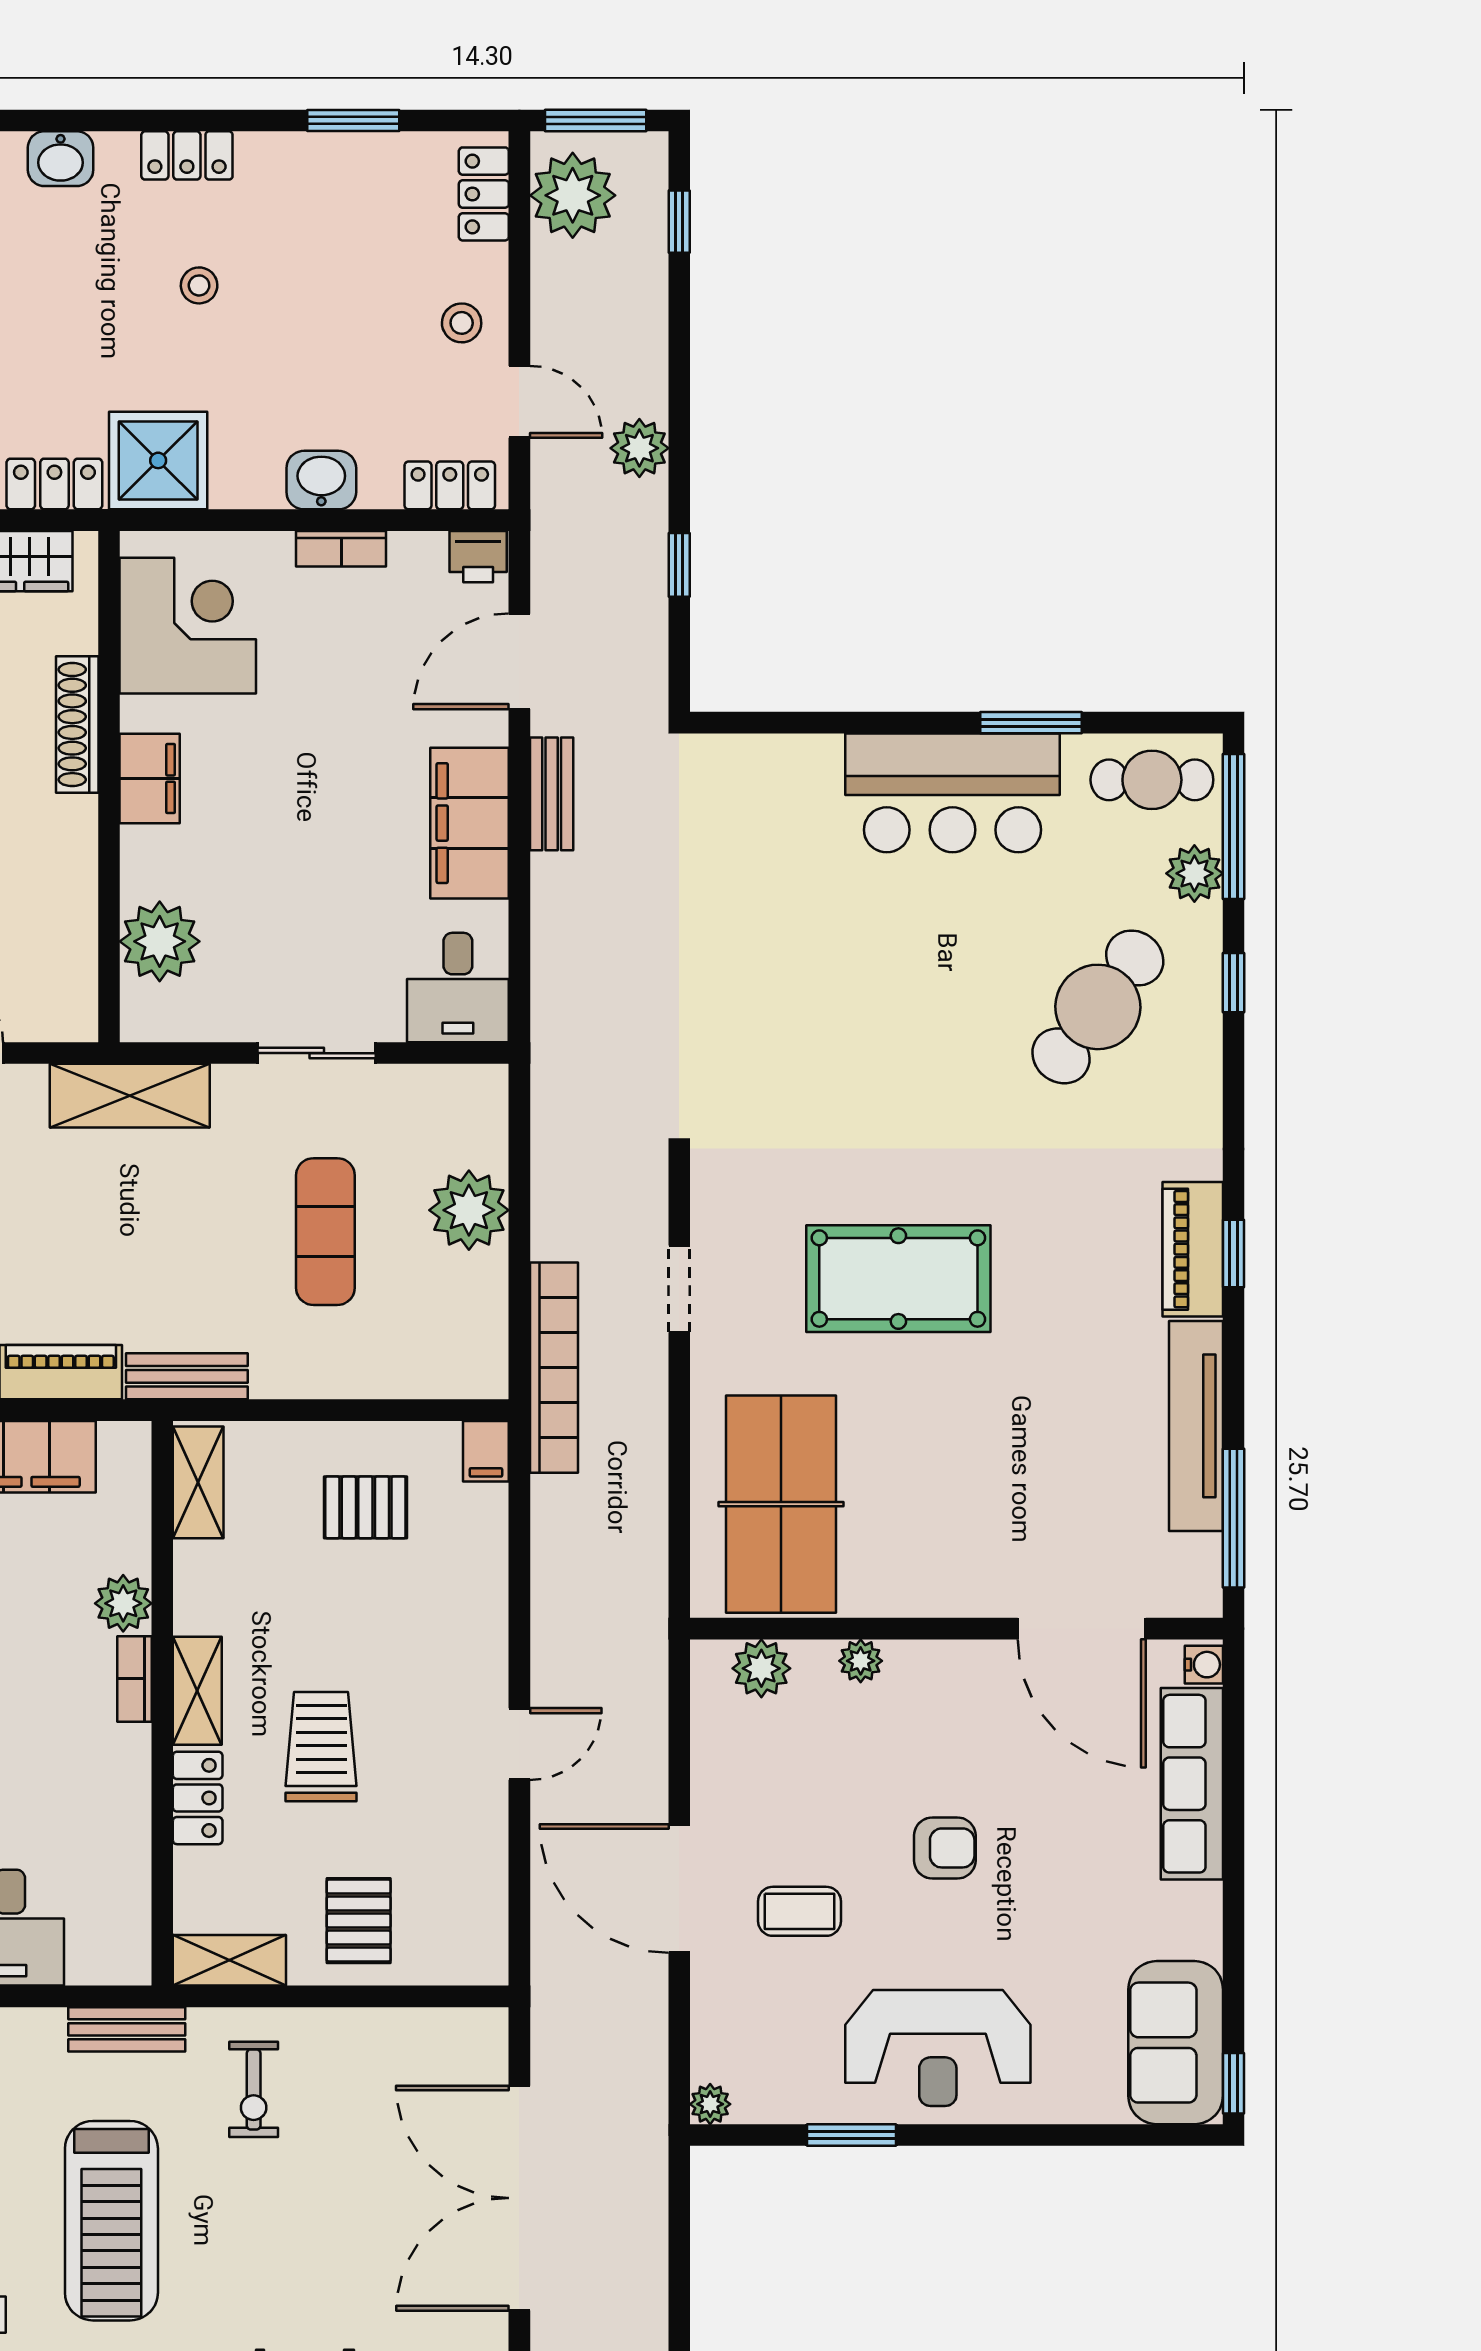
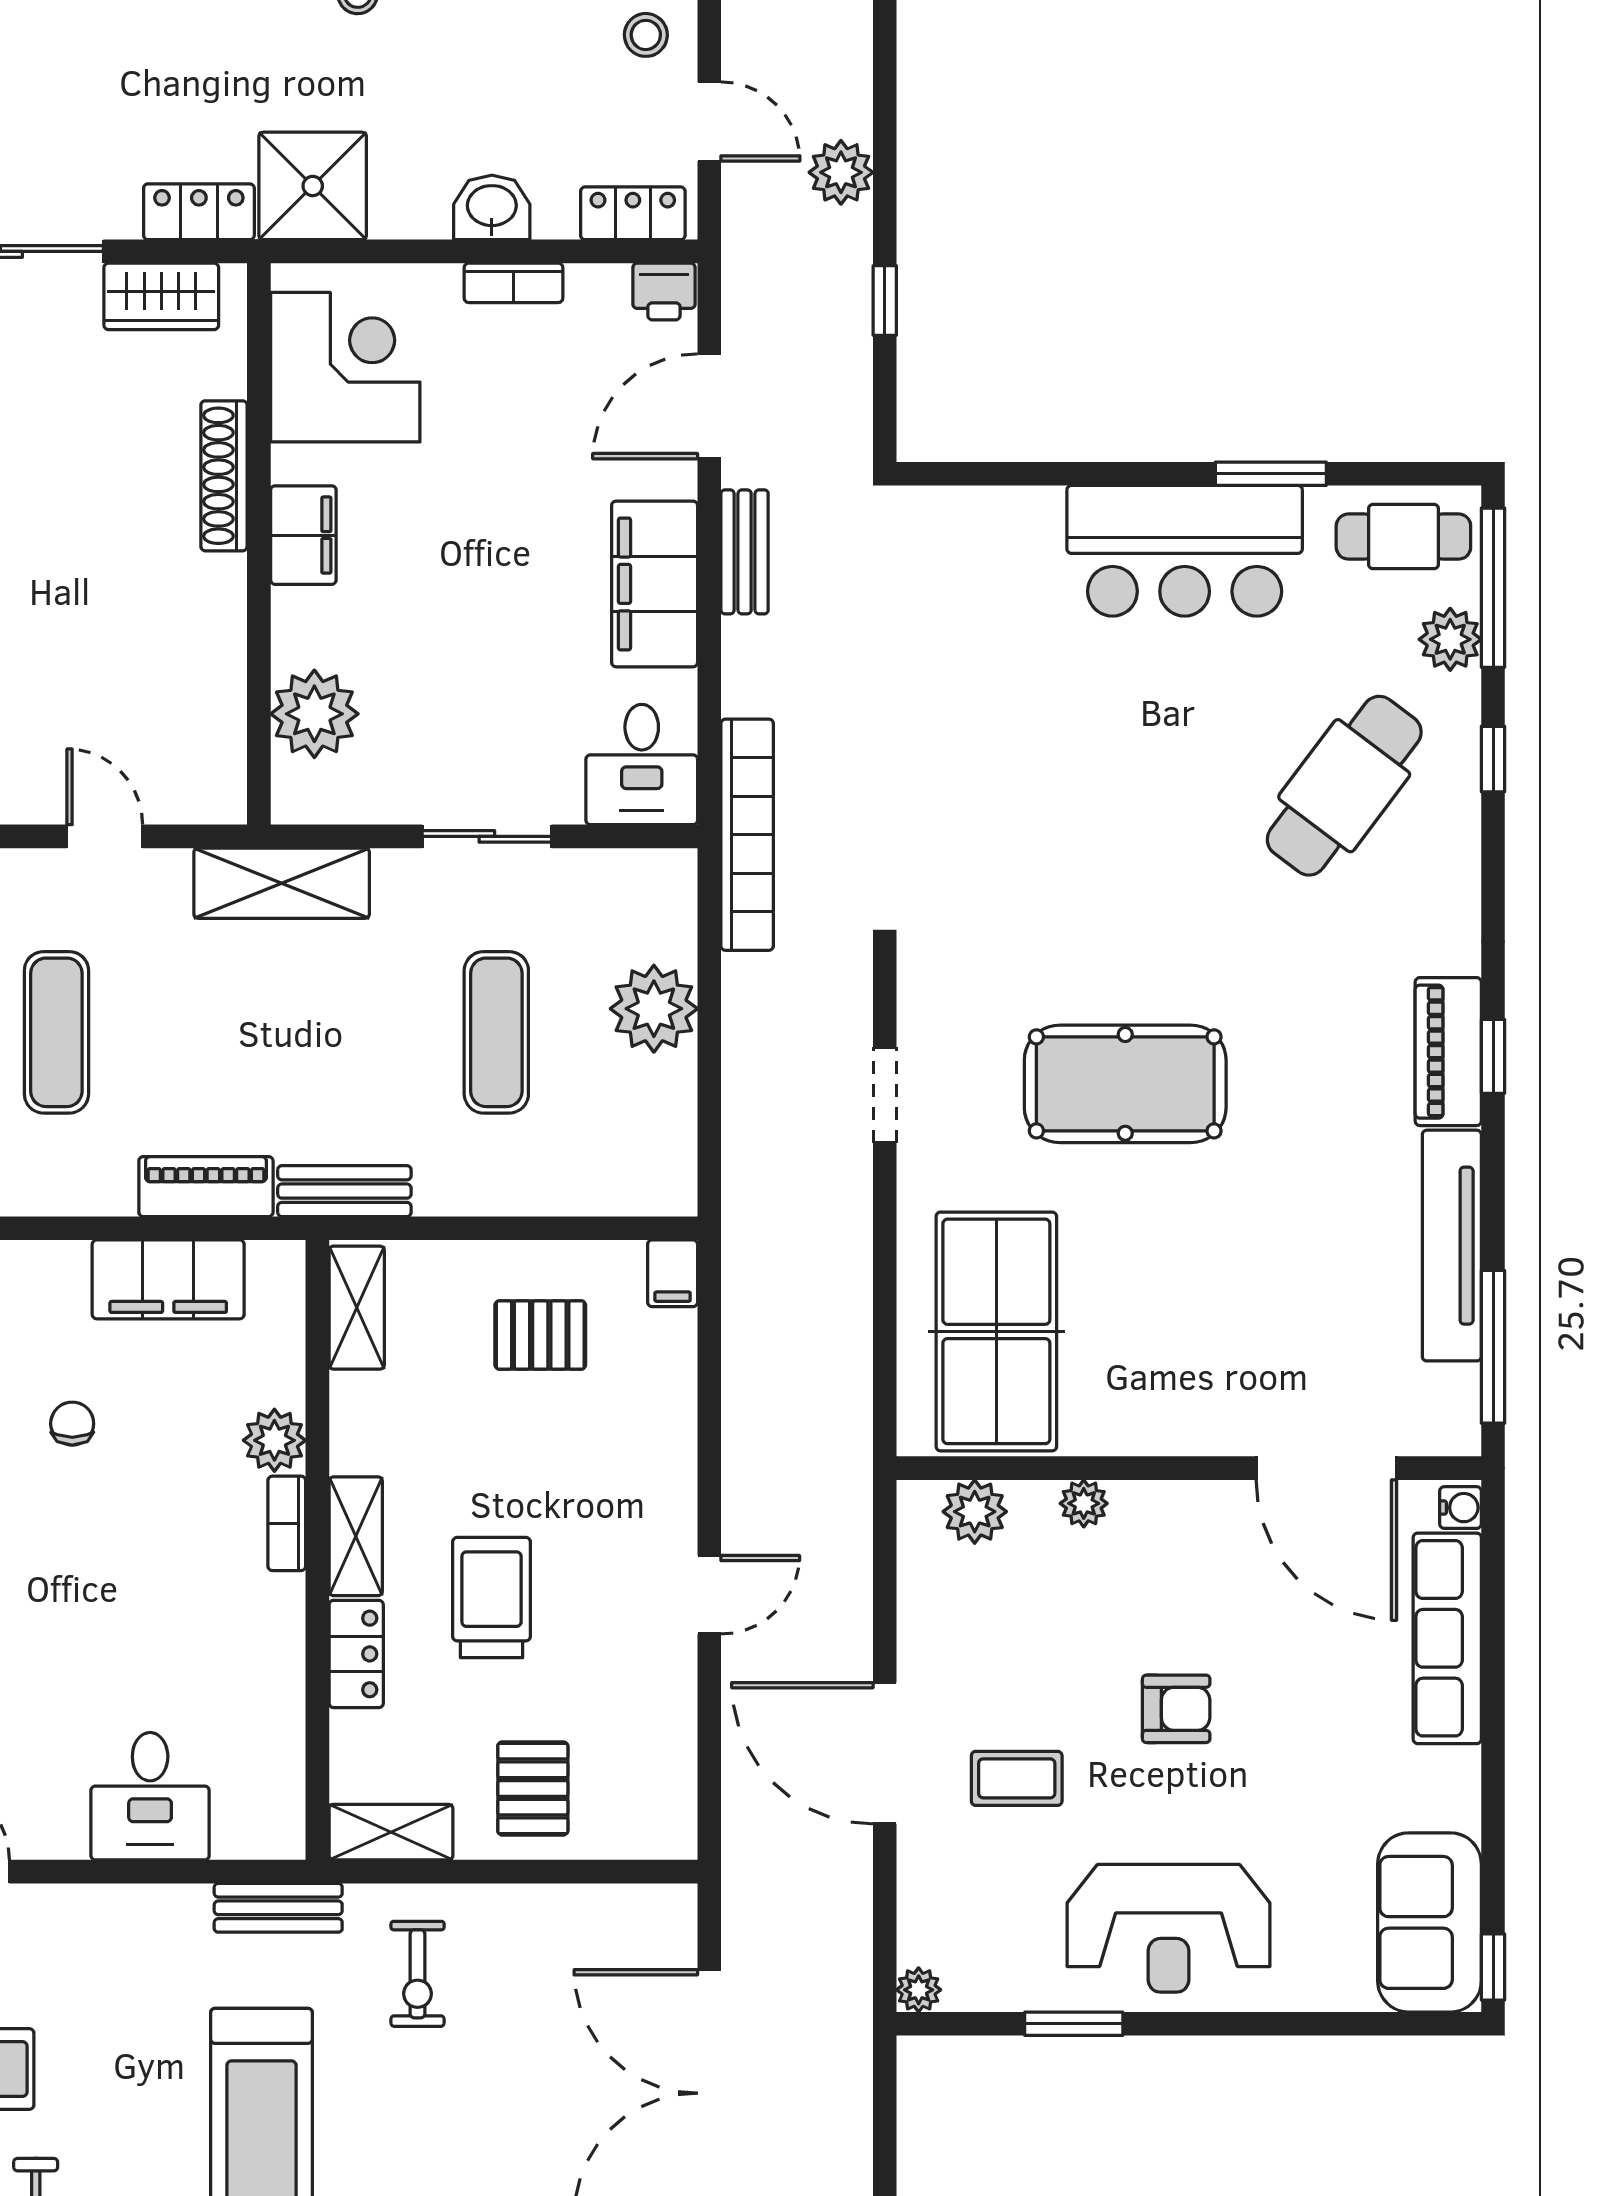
bookcase: (554, 1368) -> (747, 835), moved

